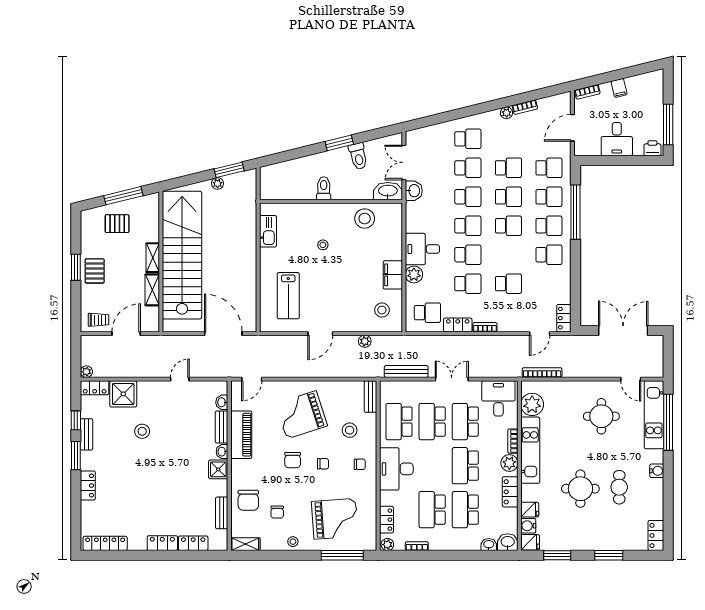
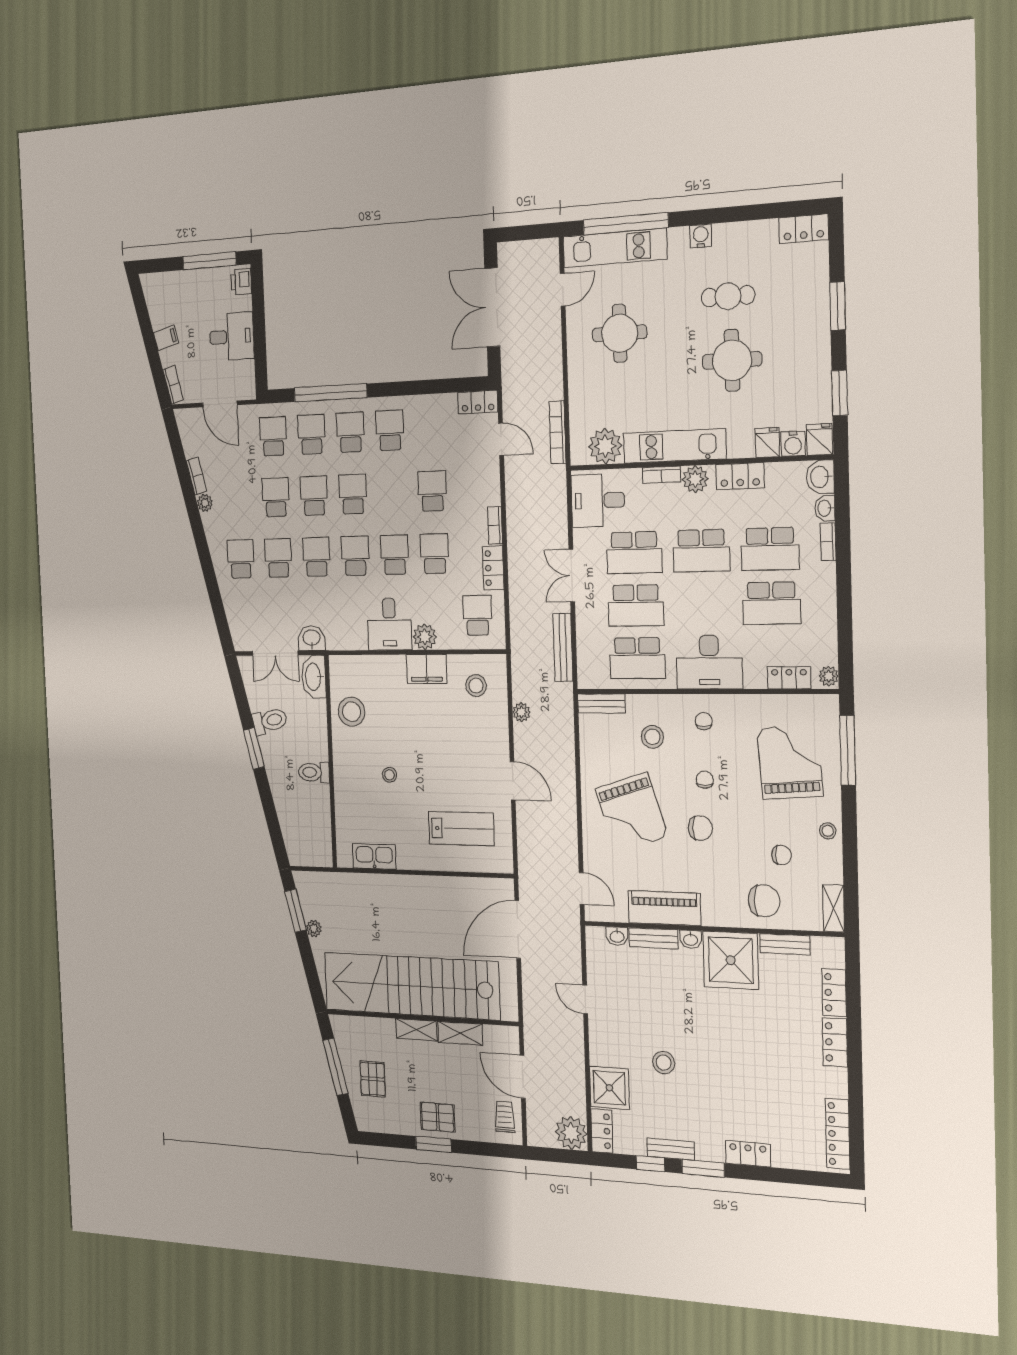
plant: (86, 372) -> (571, 1133), width x1.87, depth x1.87
shower: (218, 469) -> (731, 960), width x1.86, depth x1.86
bookcase: (417, 546) -> (828, 542), moved

